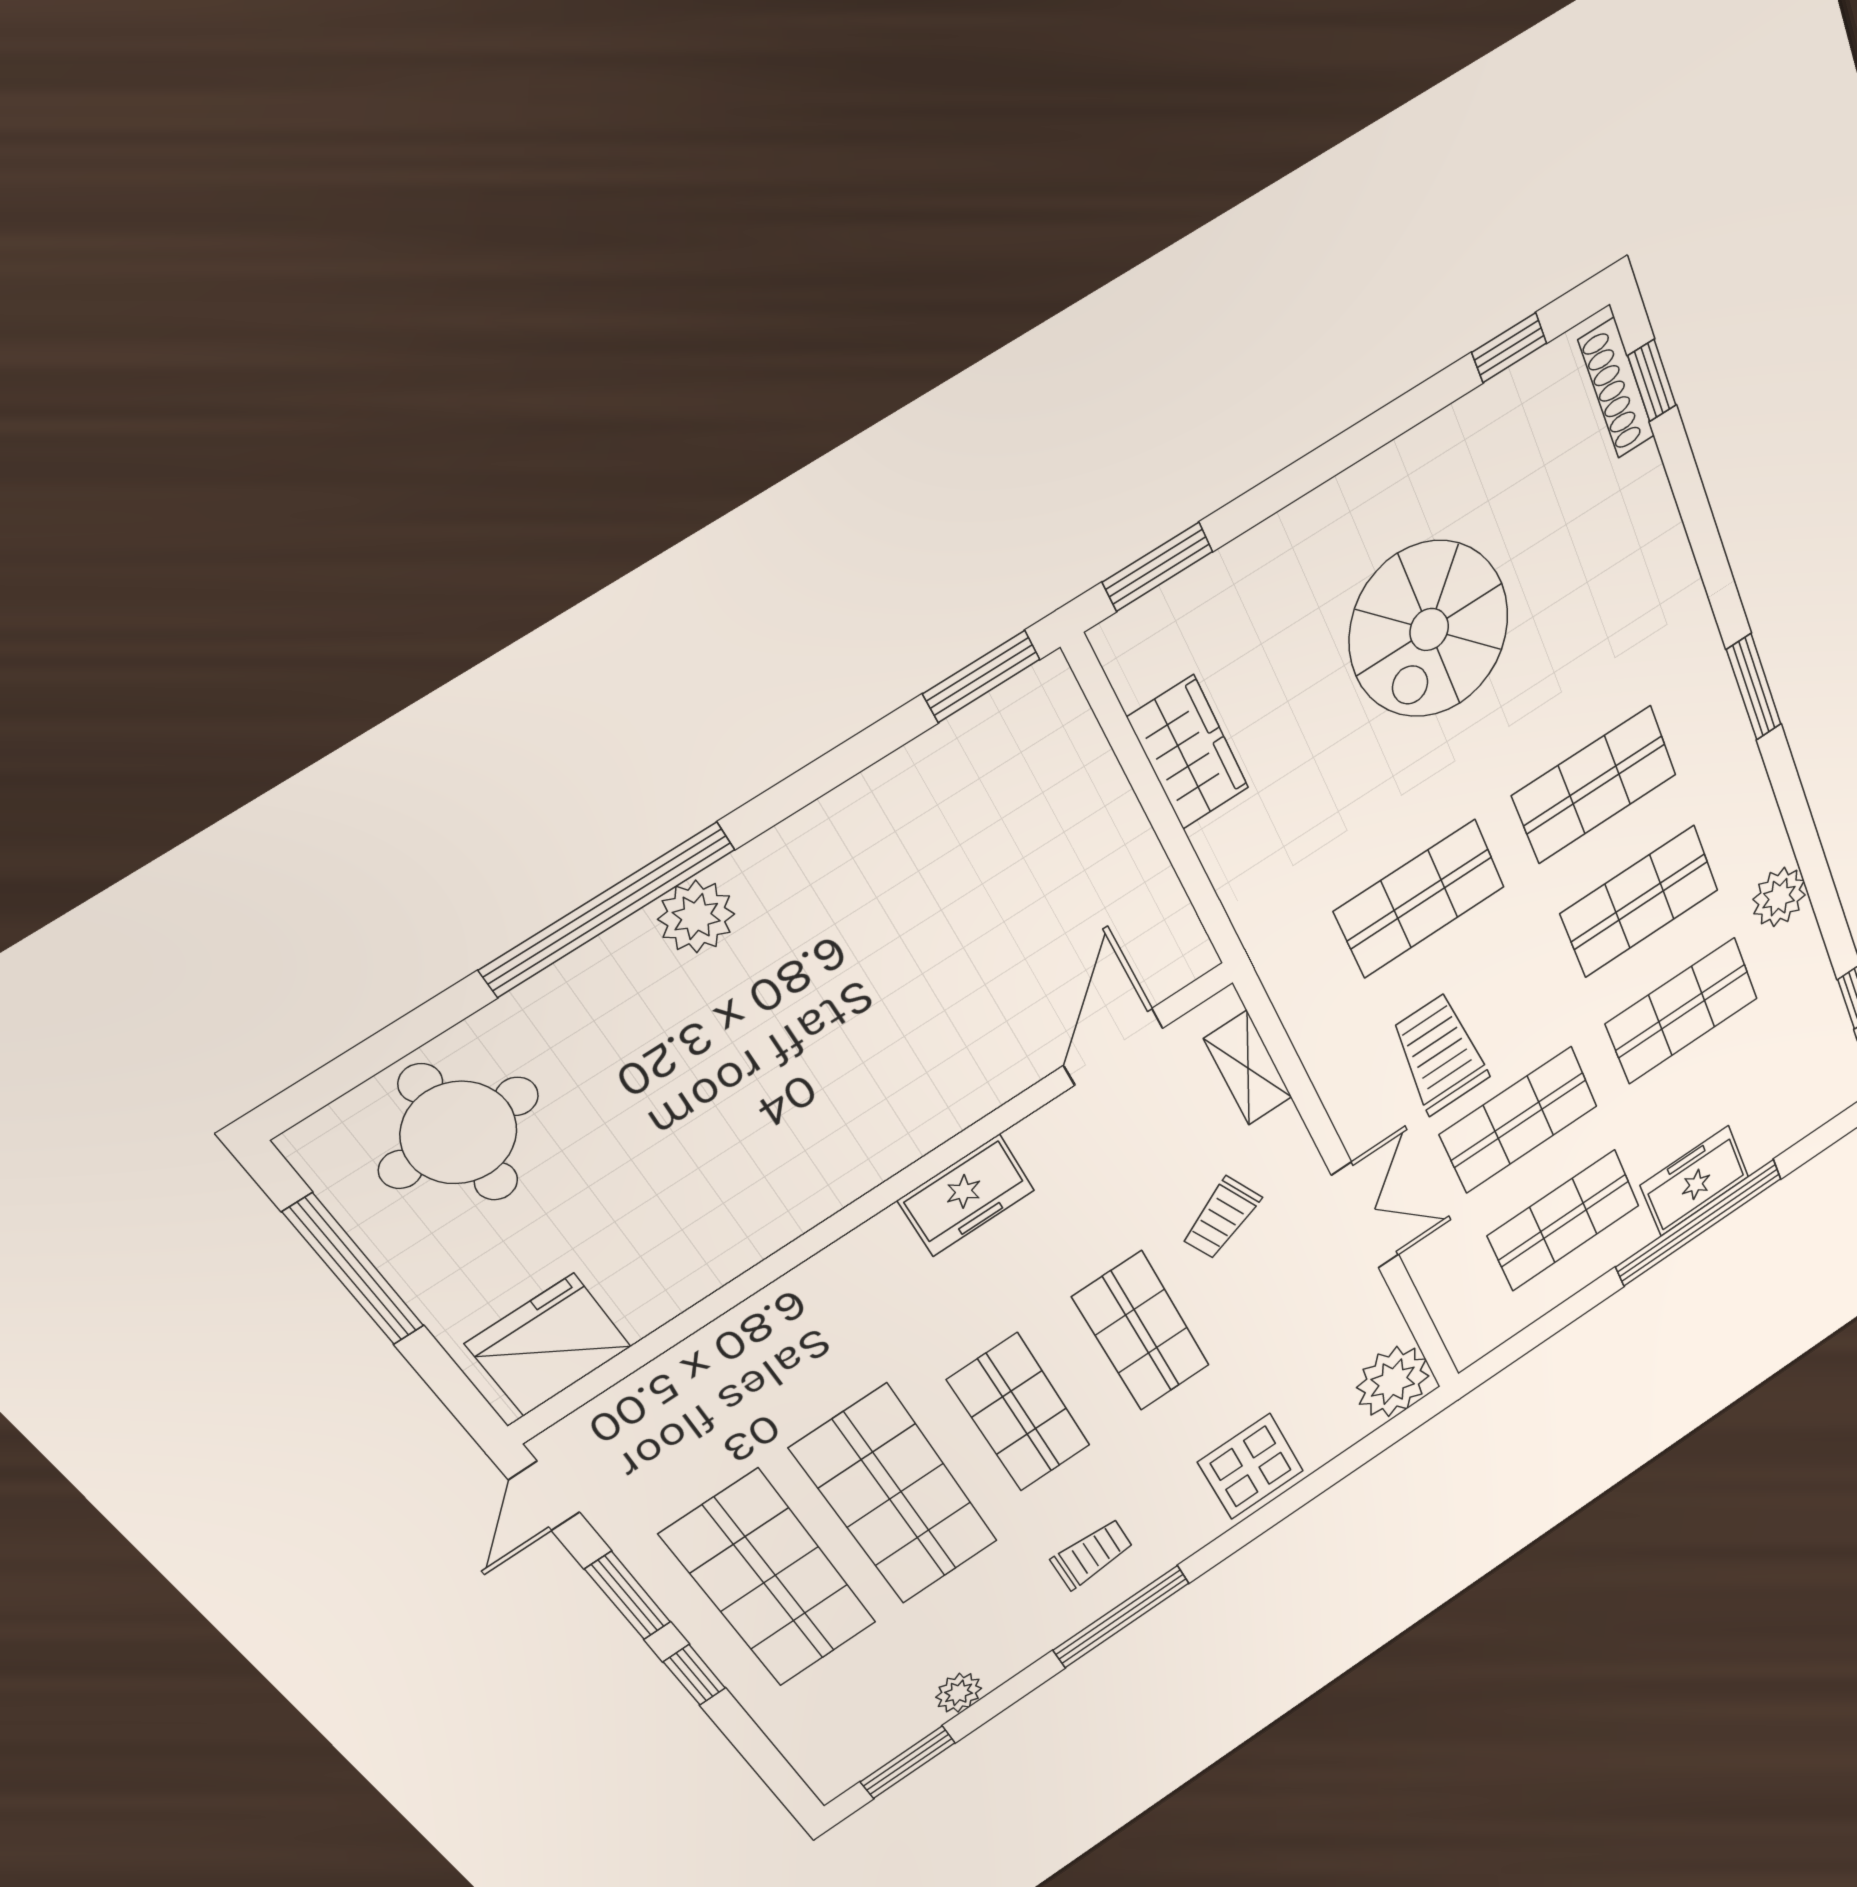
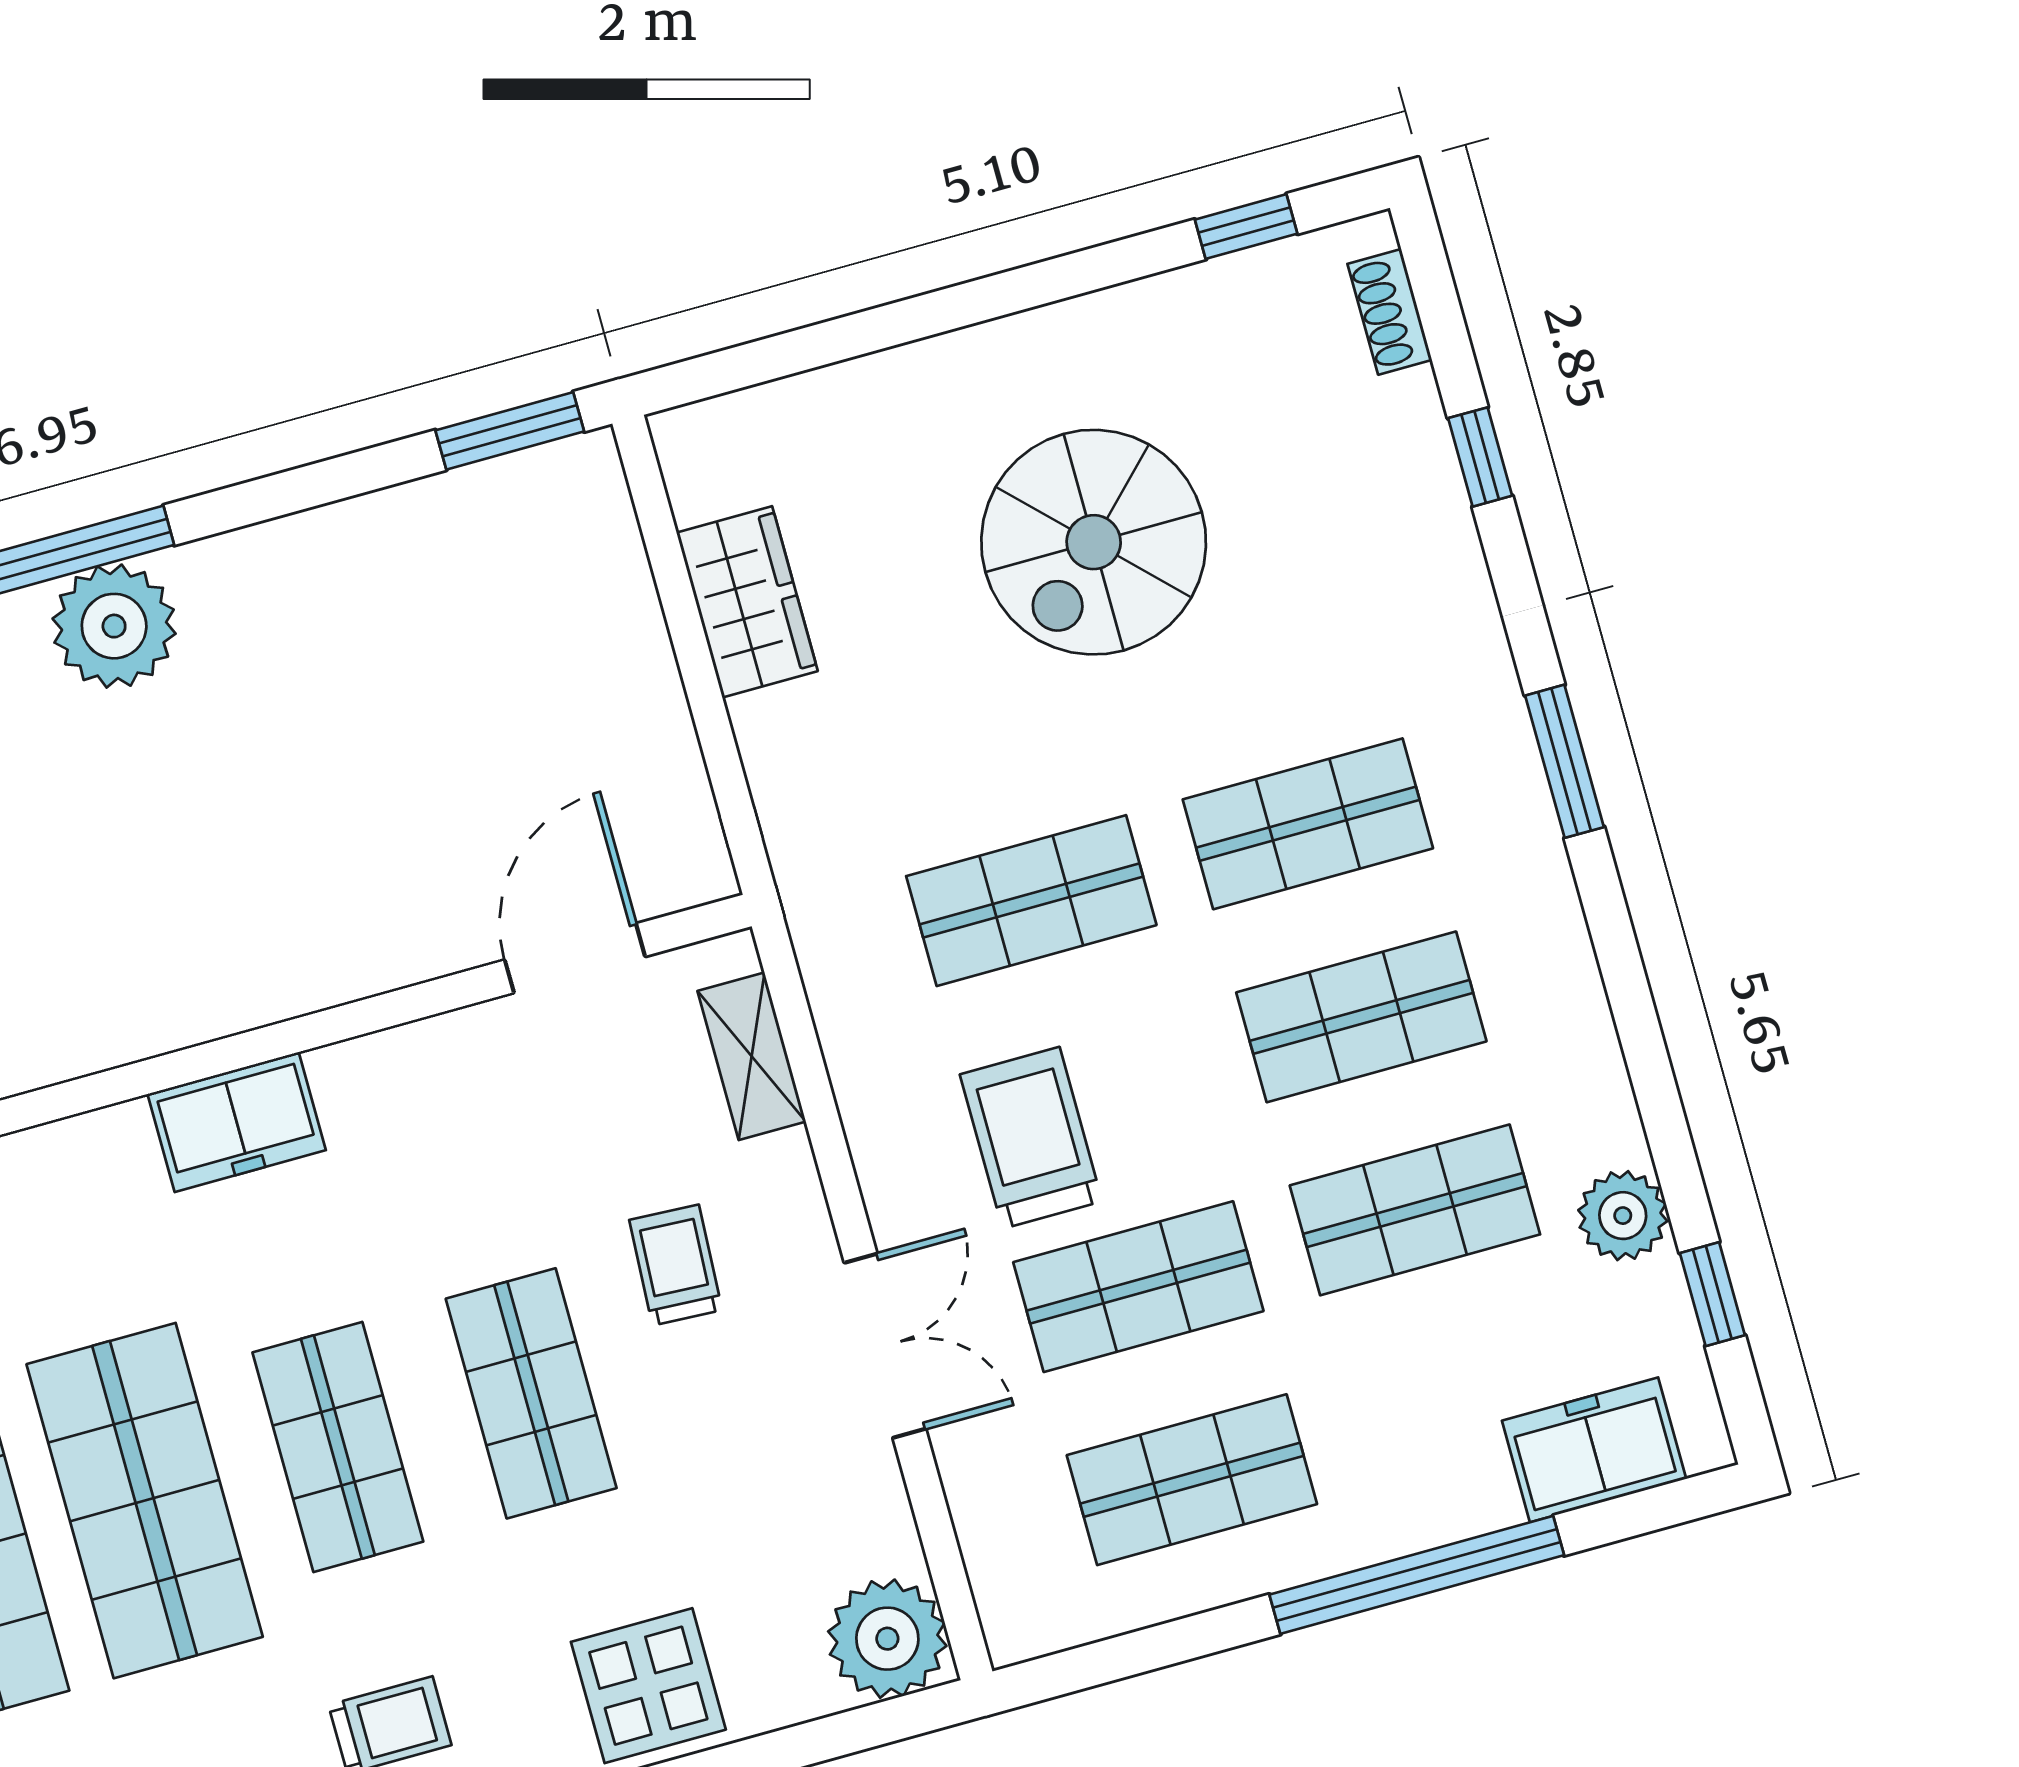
window: (1652, 381) -> (1480, 457), moved
shoe rack: (1617, 388) -> (1390, 312), width x0.70
window: (1158, 567) -> (751, 364), removed
plant: (1779, 897) -> (1623, 1216), moved
plant: (696, 917) -> (114, 626), width x1.36, depth x1.36
freezer: (1695, 1181) -> (1594, 1450), moved
freezer: (966, 1195) -> (237, 1122), moved
trolley: (1221, 1218) -> (676, 1265), turned 118

